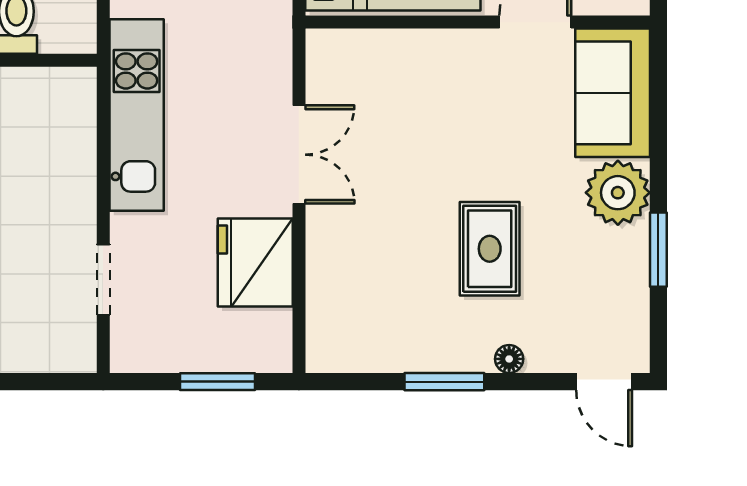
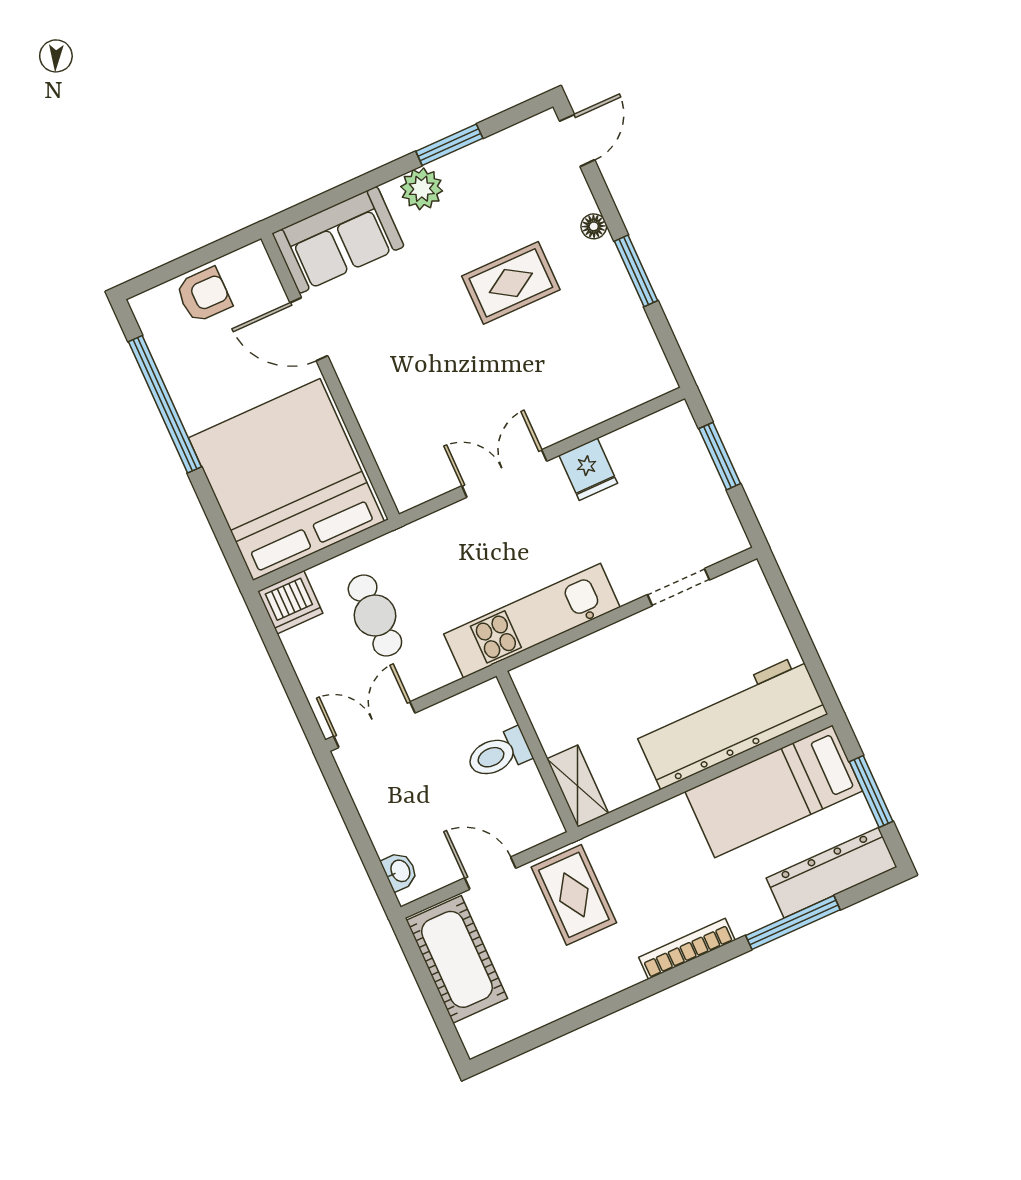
plant: (618, 193) -> (422, 189), width x0.73, depth x0.73
fridge: (255, 263) -> (588, 469), width x0.53, depth x0.75

